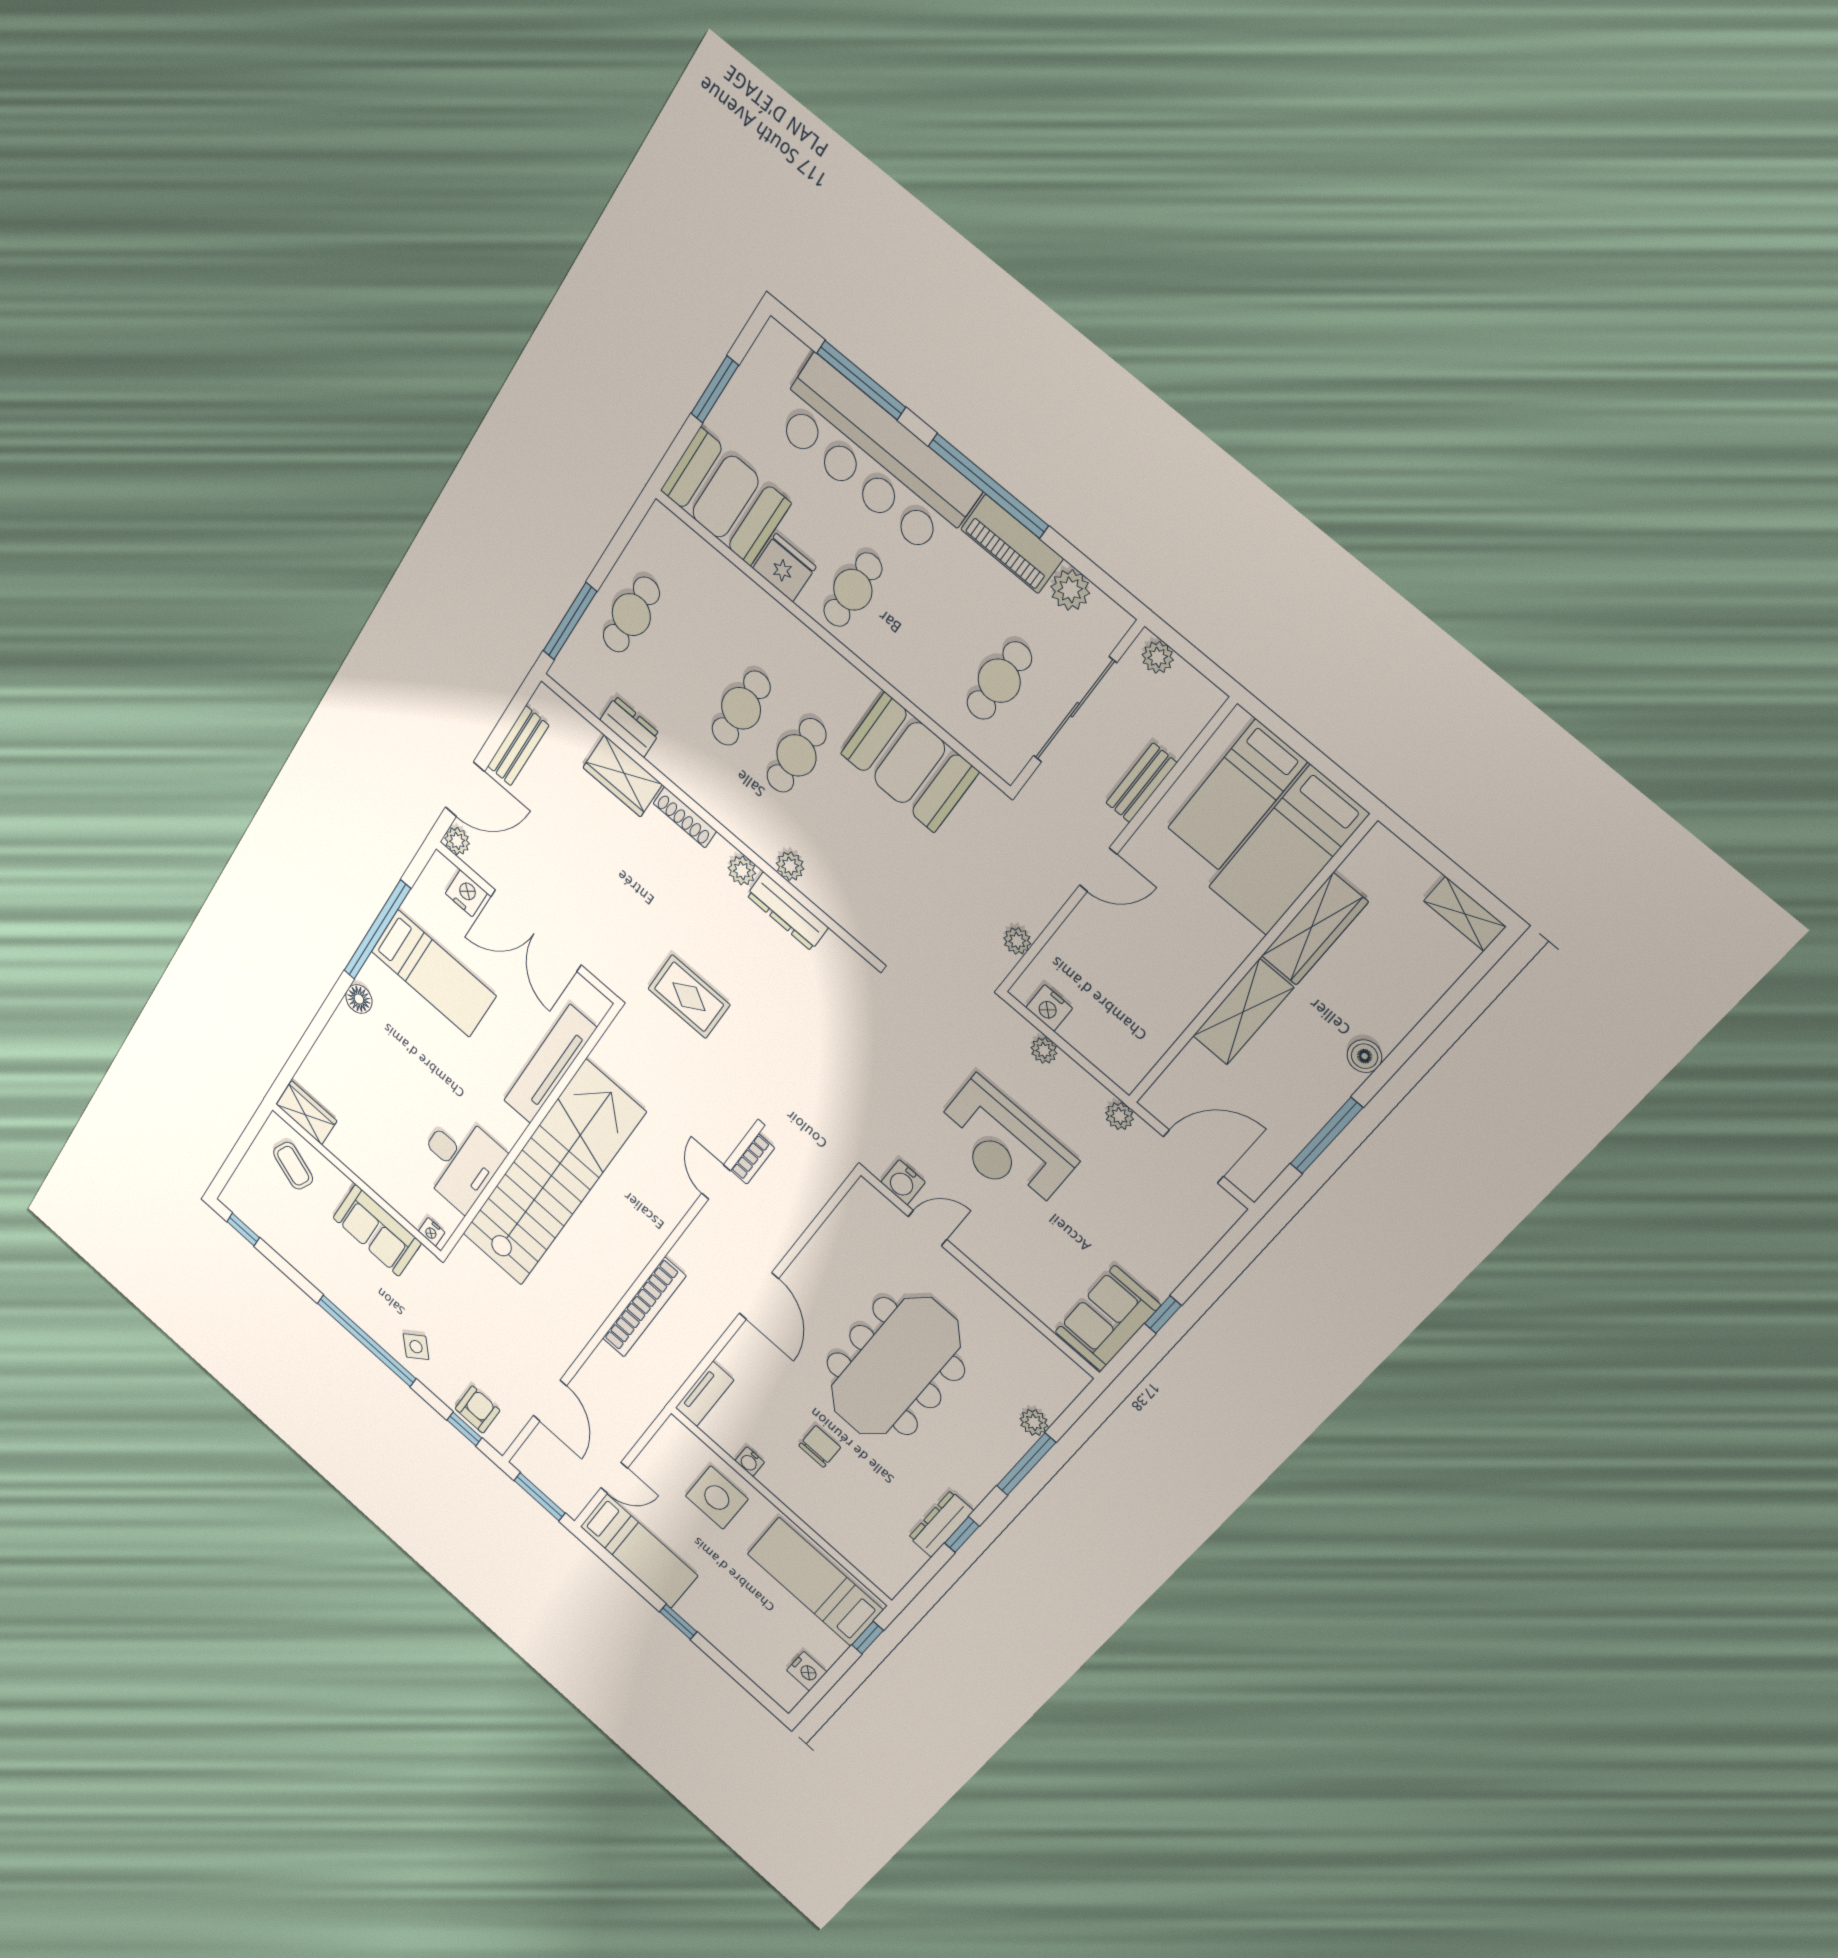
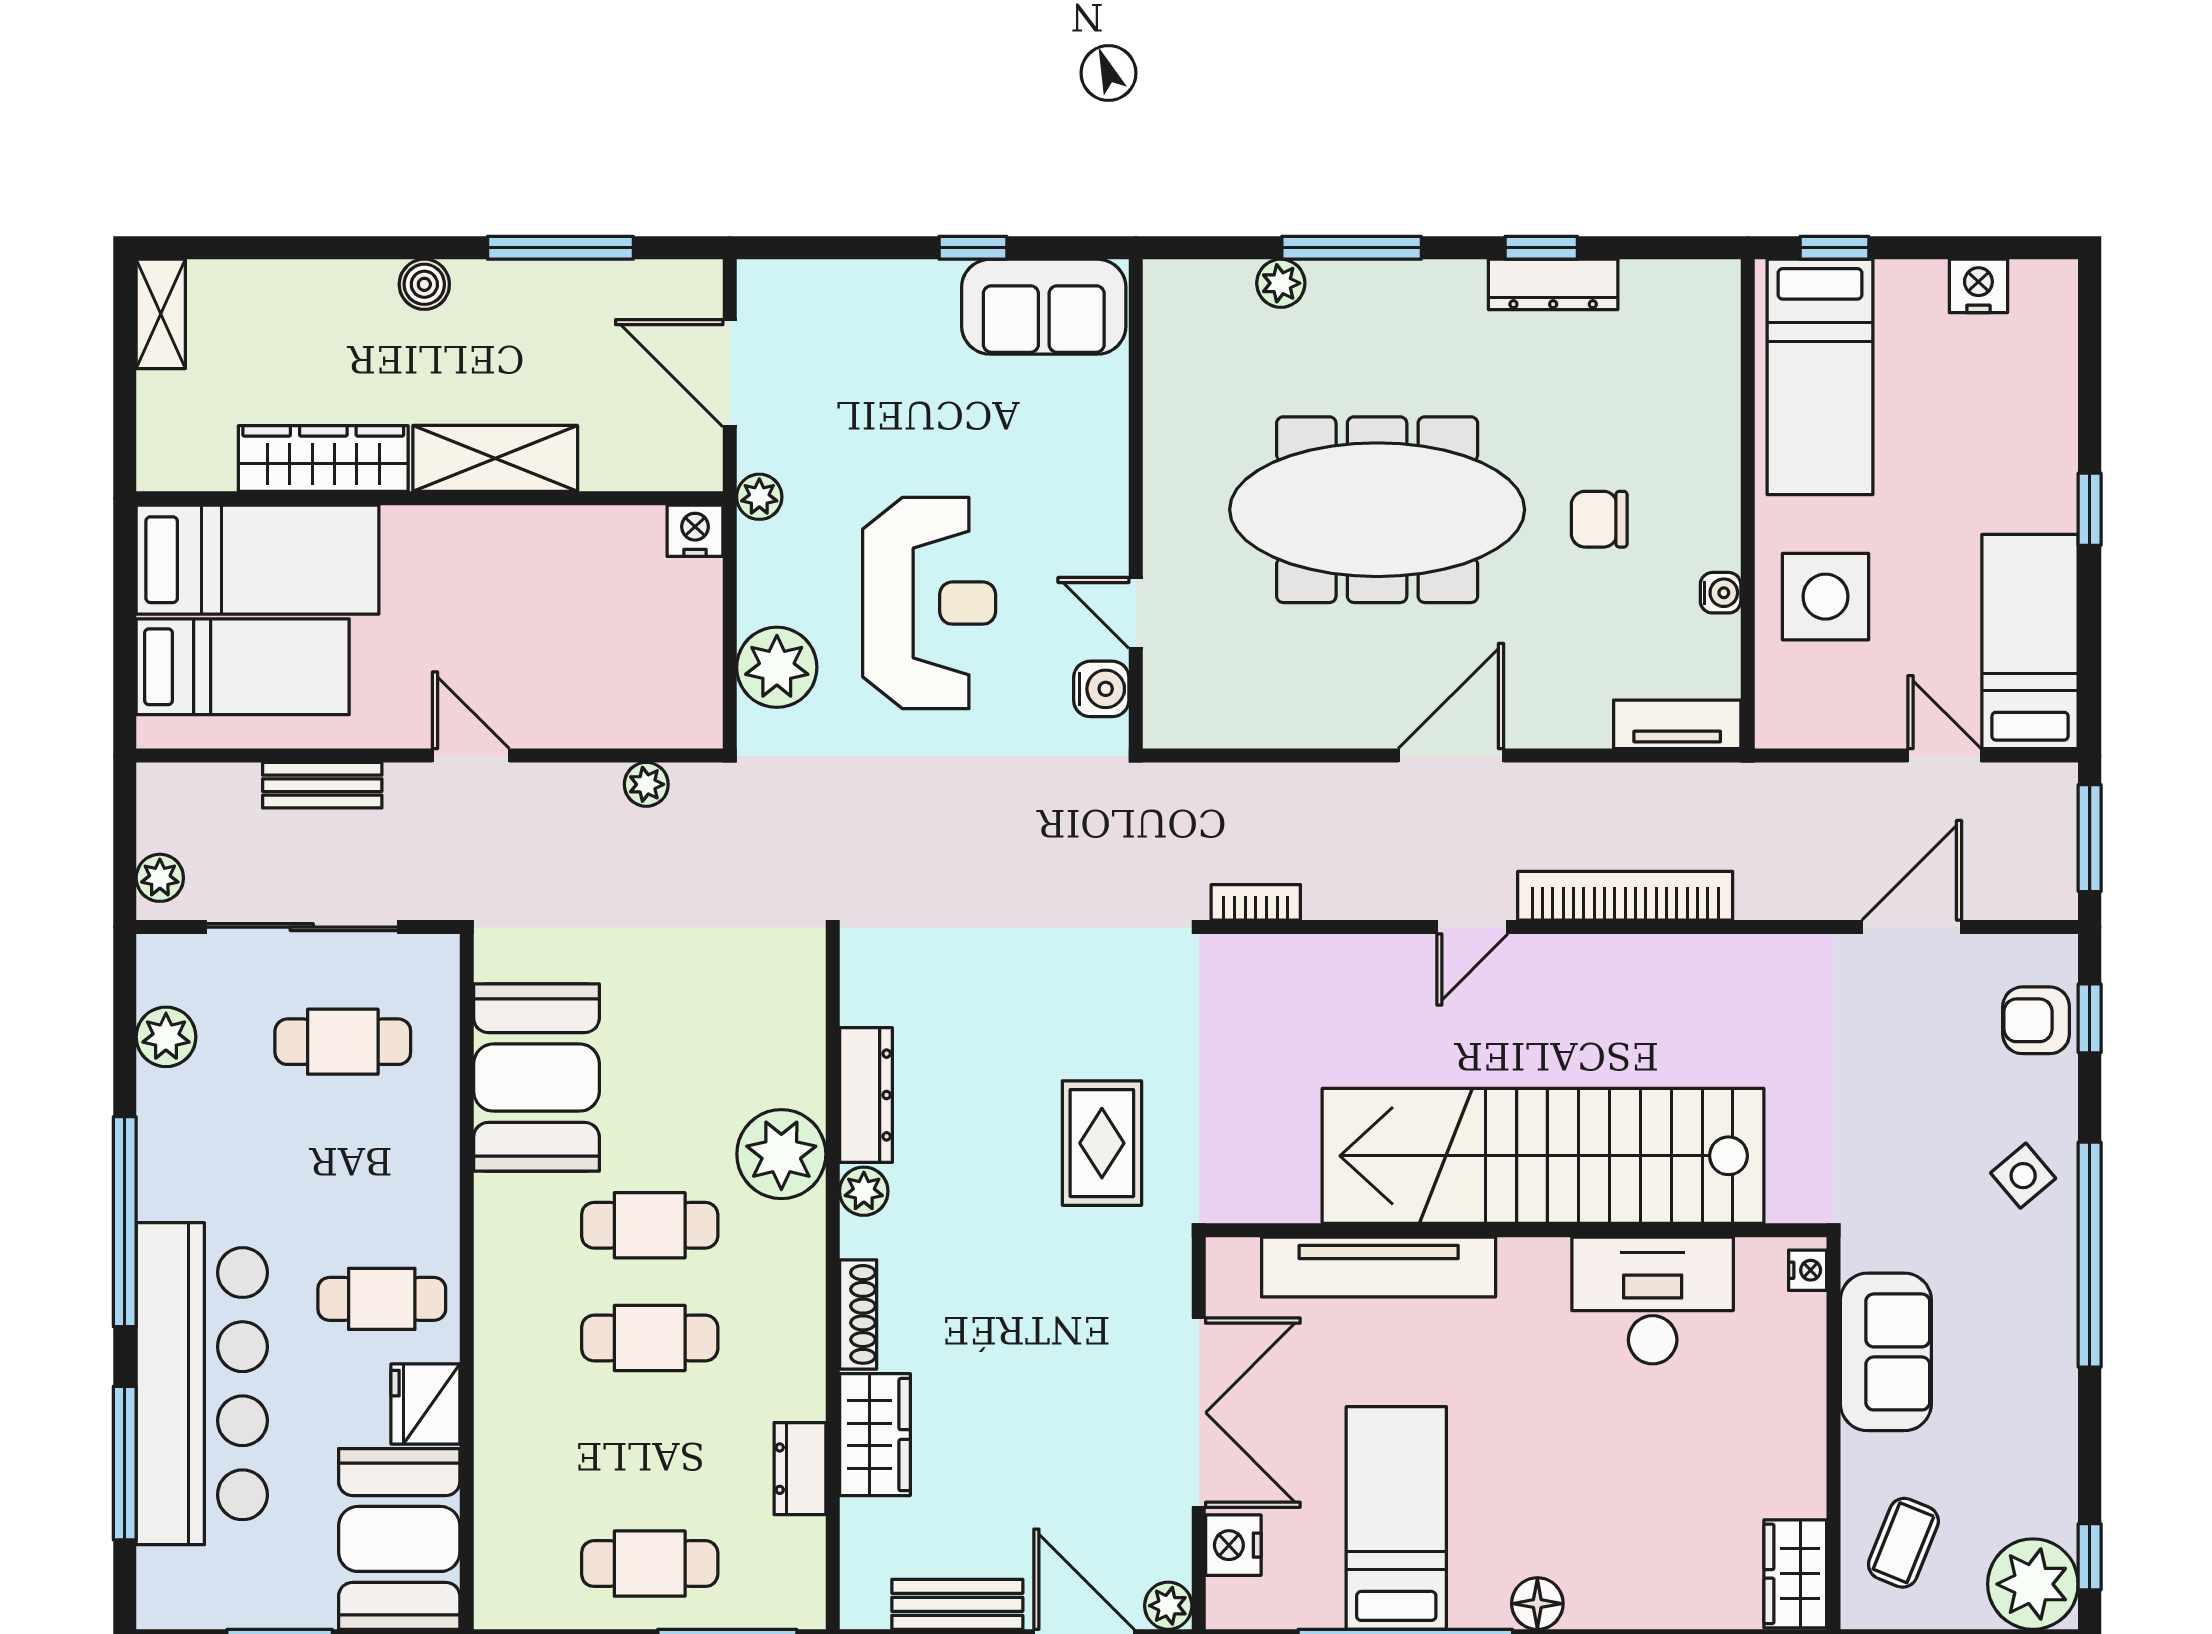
piano: (1012, 544) -> (169, 1145), removed
plant: (790, 866) -> (781, 1154), width x1.87, depth x1.87
nightstand: (1049, 1008) -> (695, 531), moved, turned -90
plant: (1044, 1050) -> (777, 667), width x1.88, depth x1.88
door: (716, 1182) -> (1472, 927), moved
plant: (245, 1199) -> (2033, 1584), added

